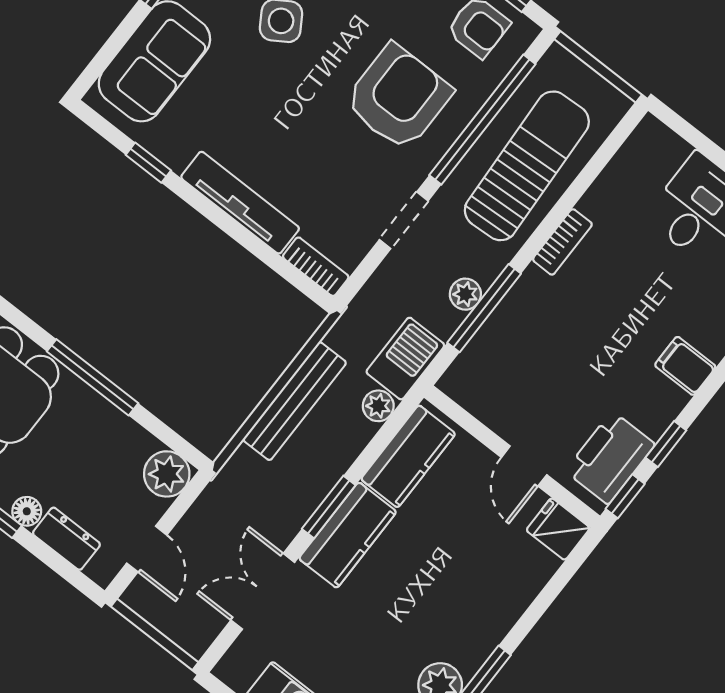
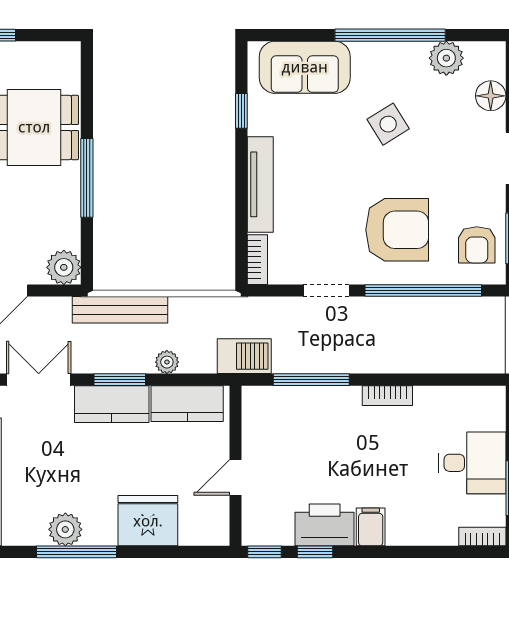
sun lounger: (527, 166) -> (416, 339), removed
plant: (465, 294) -> (311, 362), removed
bench: (295, 401) -> (120, 310), moved
plant: (378, 406) -> (167, 362), moved
printer: (610, 458) -> (325, 525), moved
fridge: (558, 529) -> (148, 521), moved, width x1.88, depth x1.34

